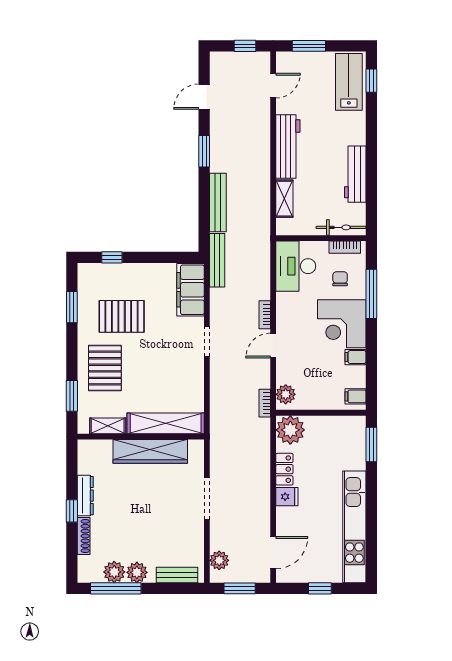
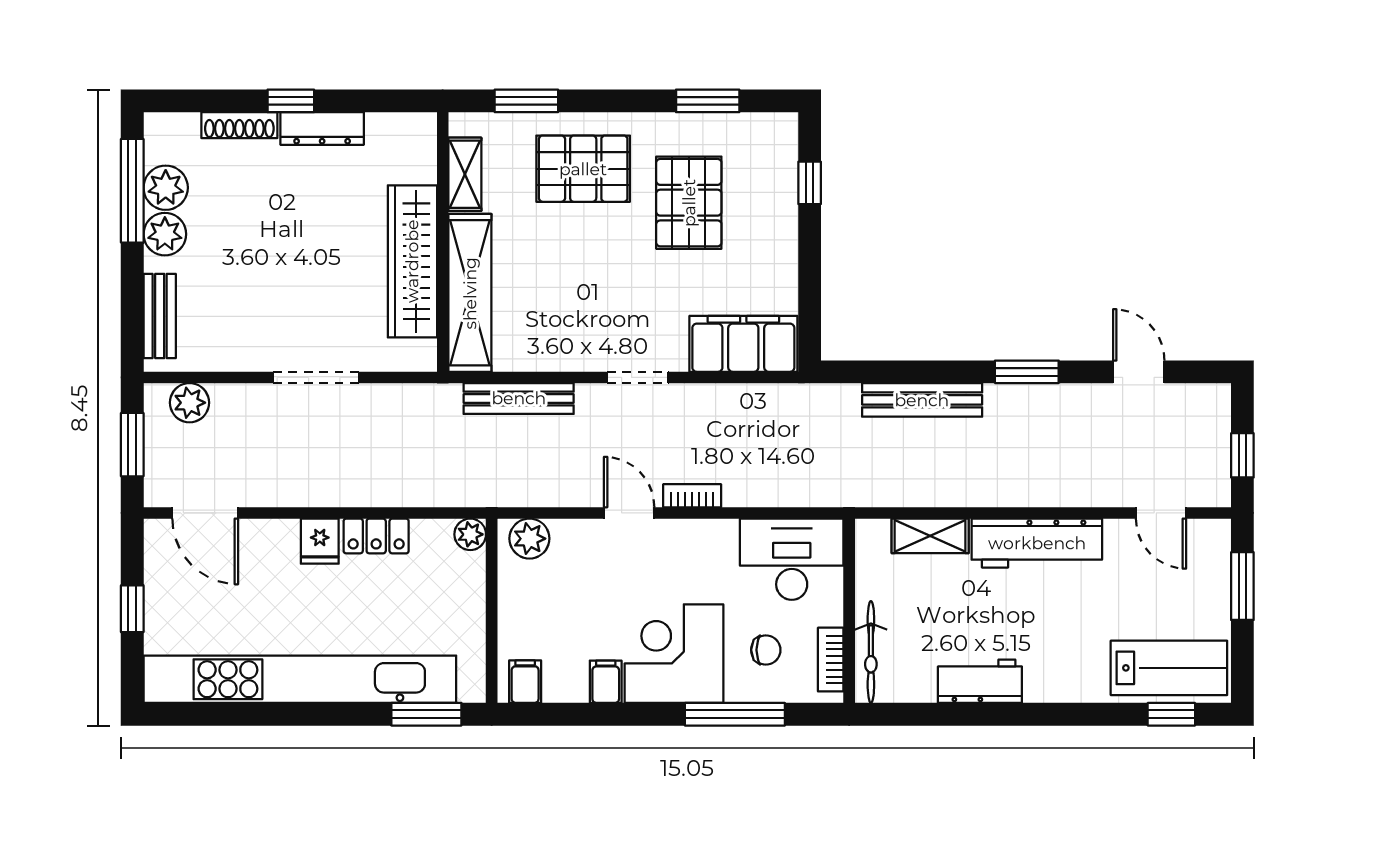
workbench: (355, 174) -> (980, 681), width x0.73
bench: (217, 260) -> (519, 398), moved
bookcase: (265, 403) -> (511, 496), removed
plant: (290, 430) -> (470, 534), width x0.53, depth x0.53
kitchen unit: (354, 527) -> (300, 679), width x1.36

